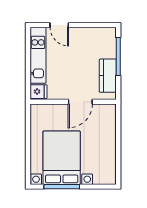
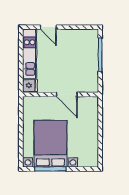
kitchen counter: (108, 76) -> (91, 72), removed
door: (80, 102) -> (67, 94), hinge flipped

